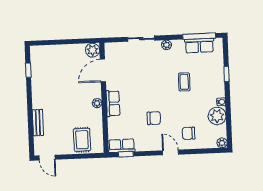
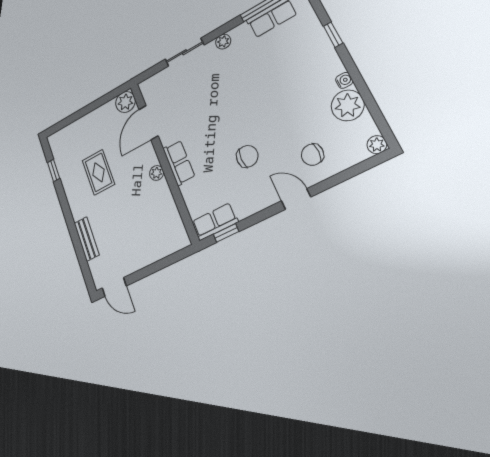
coffee table: (184, 82) -> (271, 80), removed
rug: (82, 140) -> (98, 172), moved

